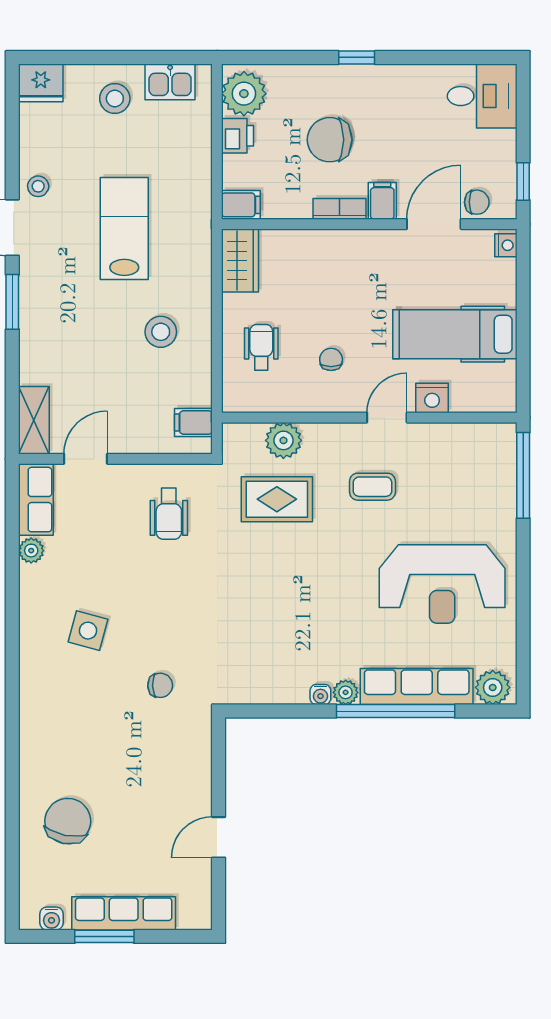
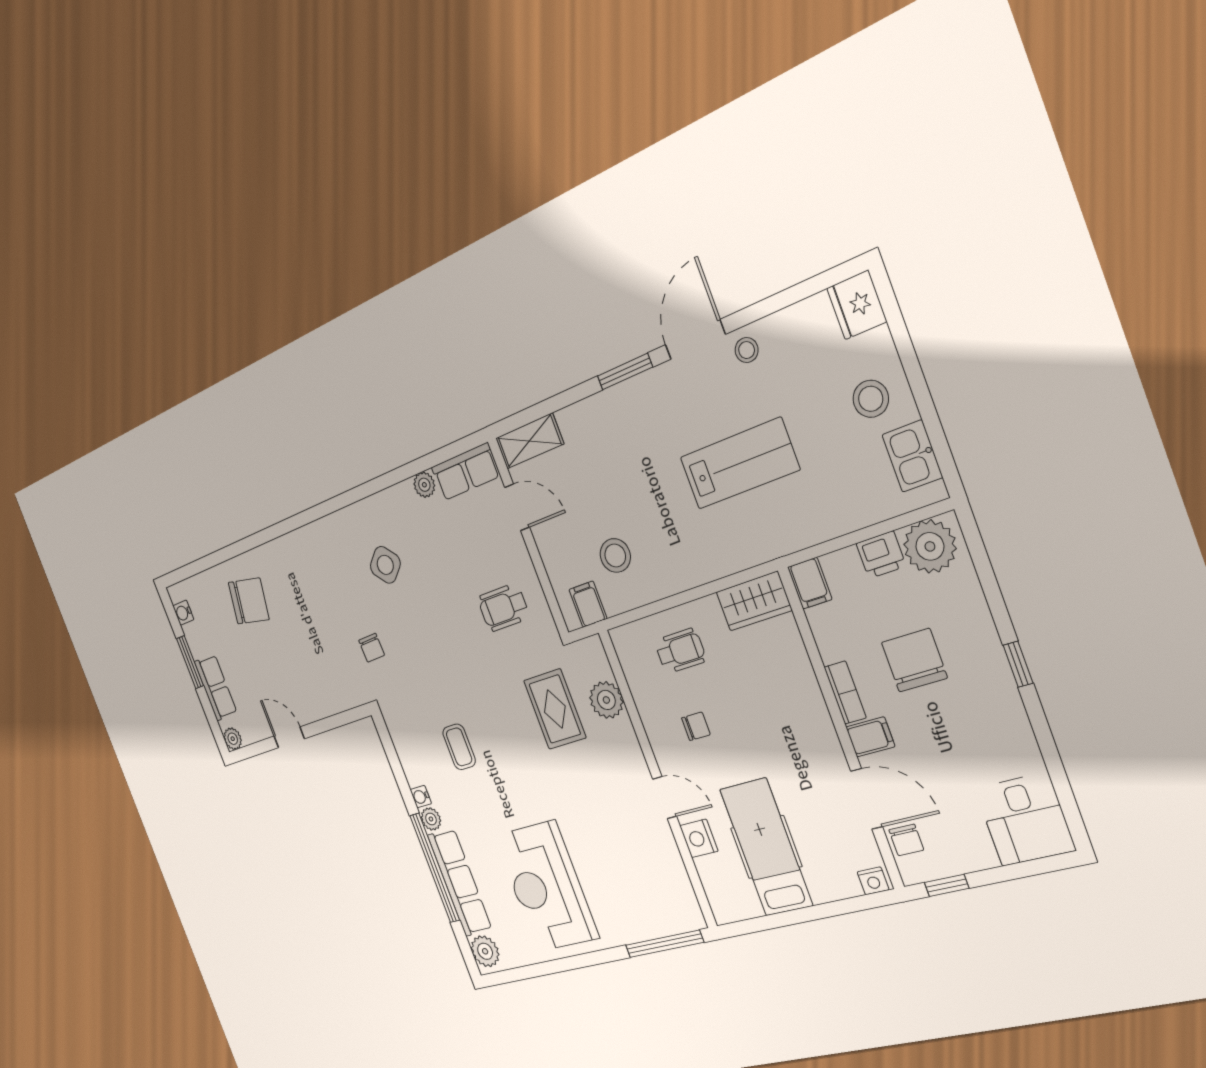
stool: (161, 332) -> (615, 556), moved
coffee table: (372, 487) -> (459, 747), moved
side table: (88, 631) -> (385, 565), turned 32
row of seats: (124, 913) -> (216, 687), width x0.68
plant: (199, 917) -> (233, 739), added

